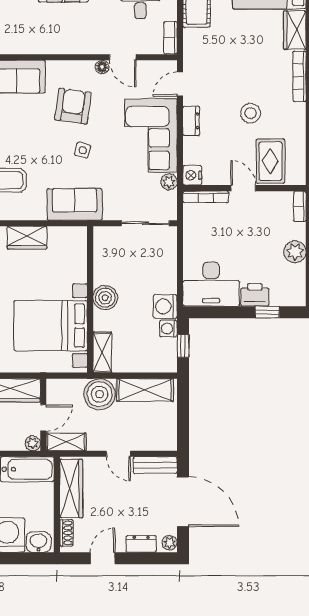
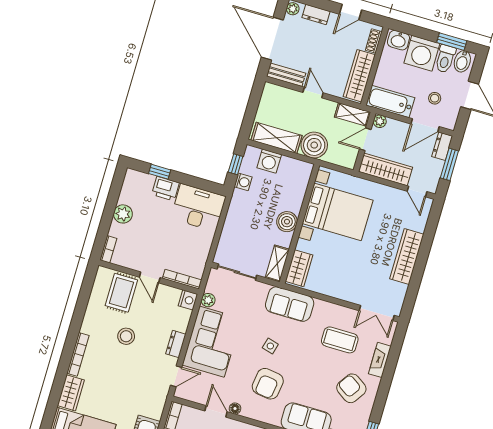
wardrobe: (27, 238) -> (299, 268), moved, turned 90
washing machine: (165, 306) -> (269, 161), moved, turned 90
shelving: (102, 352) -> (277, 264), moved

